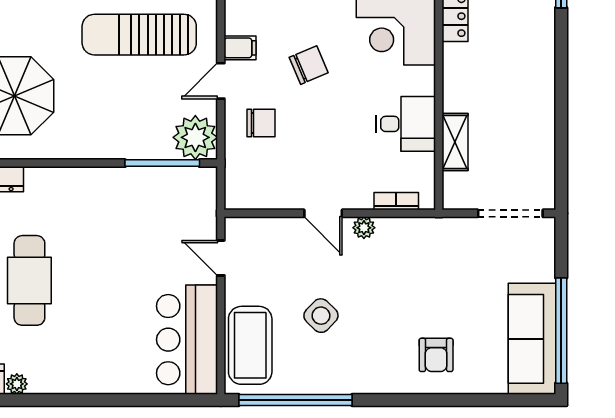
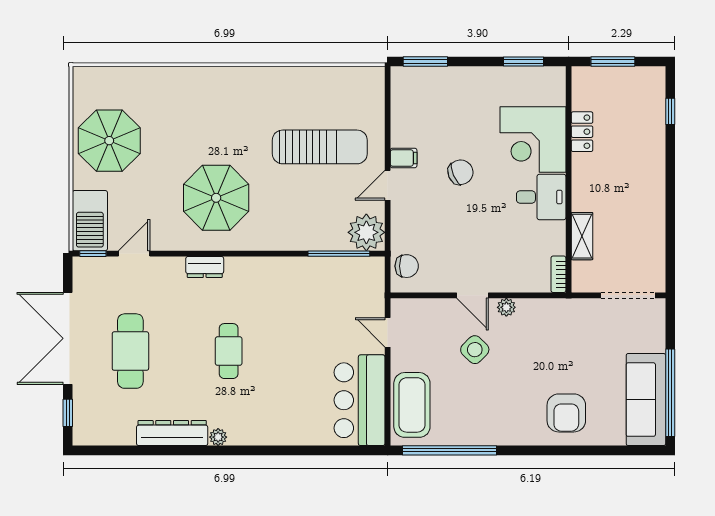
sun lounger: (139, 35) -> (320, 147), turned 180
chair: (261, 123) -> (407, 266), moved
desk: (406, 124) -> (541, 197), moved
bookcase: (396, 201) -> (558, 274), moved, turned -90
cafe table: (29, 280) -> (229, 351), width x0.73, depth x0.74
side table: (321, 316) -> (475, 350), moved
armchair: (436, 355) -> (566, 413), width x1.38, depth x1.38

